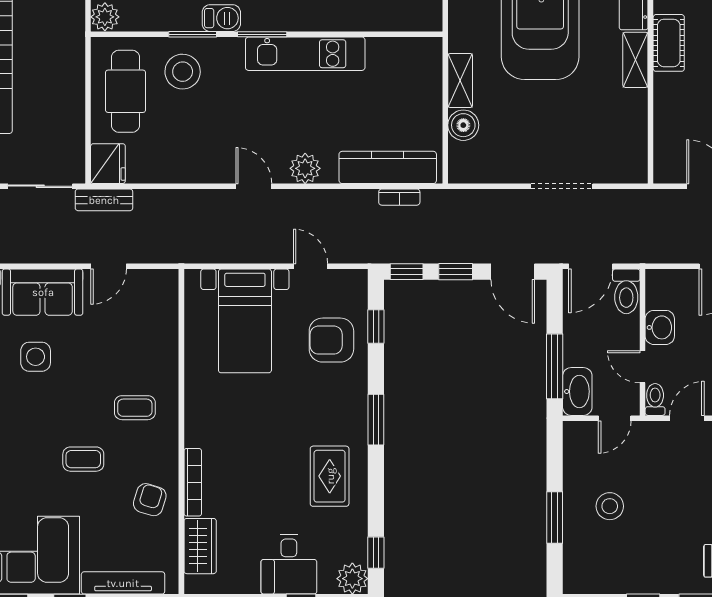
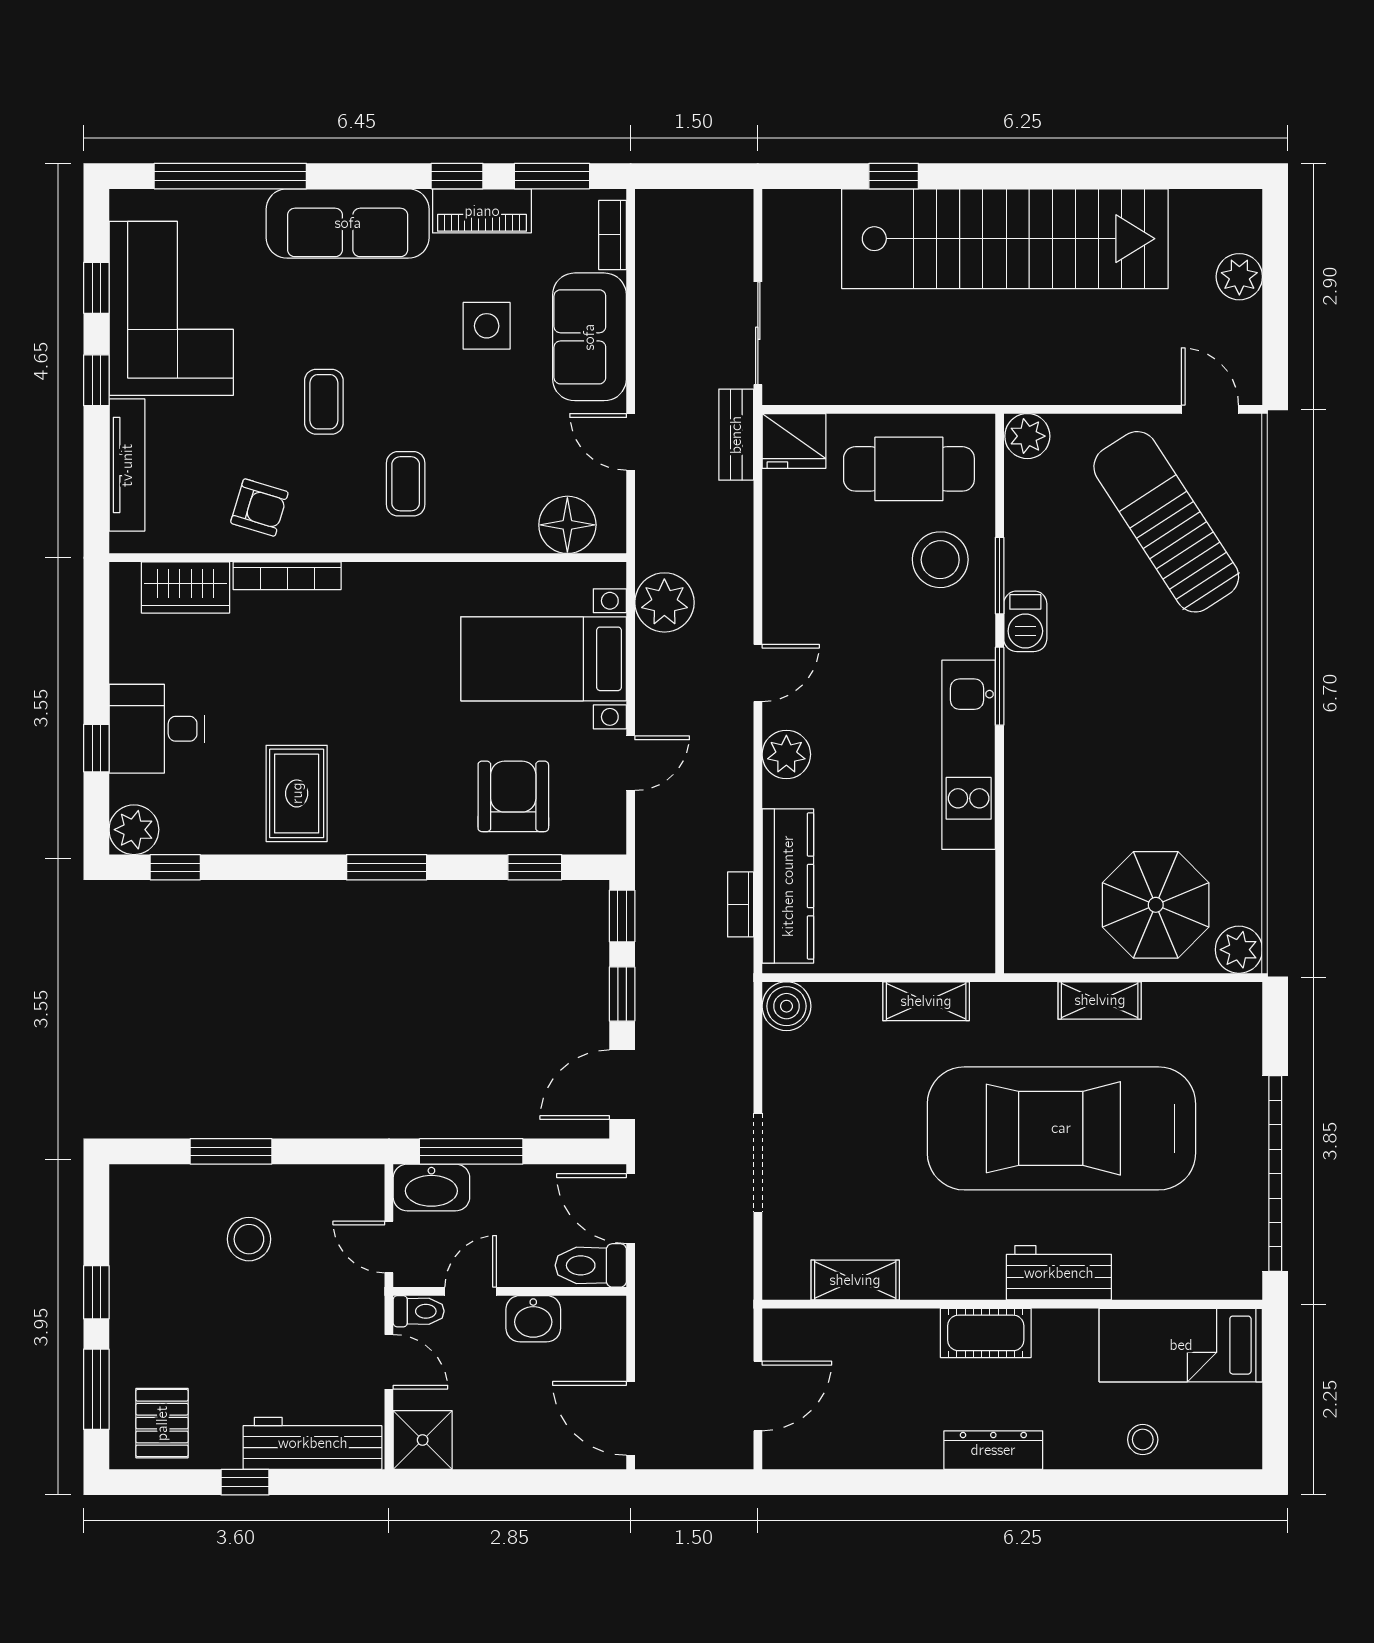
shelving: (635, 60) -> (855, 1280), moved
boiler: (463, 125) -> (786, 1006), moved
plant: (209, 245) -> (664, 602), added
floor lamp: (161, 306) -> (567, 525), added
rug: (330, 476) -> (297, 793), turned 90

